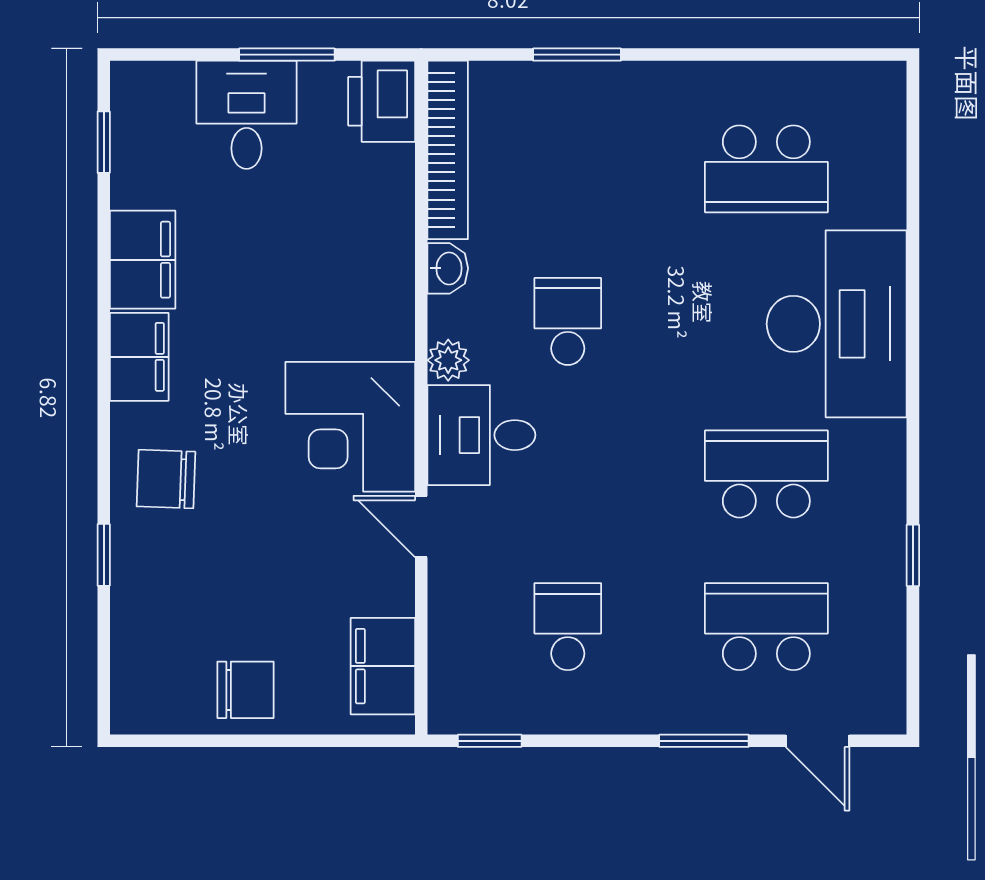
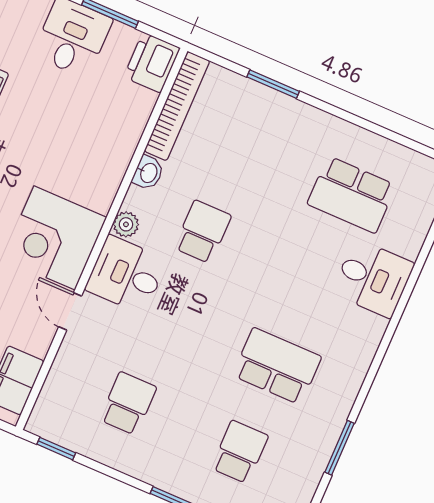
desk: (837, 324) -> (373, 278), width x0.53, depth x0.77
window: (913, 555) -> (340, 448), width x1.50
school desk: (766, 627) -> (240, 452), width x0.54

